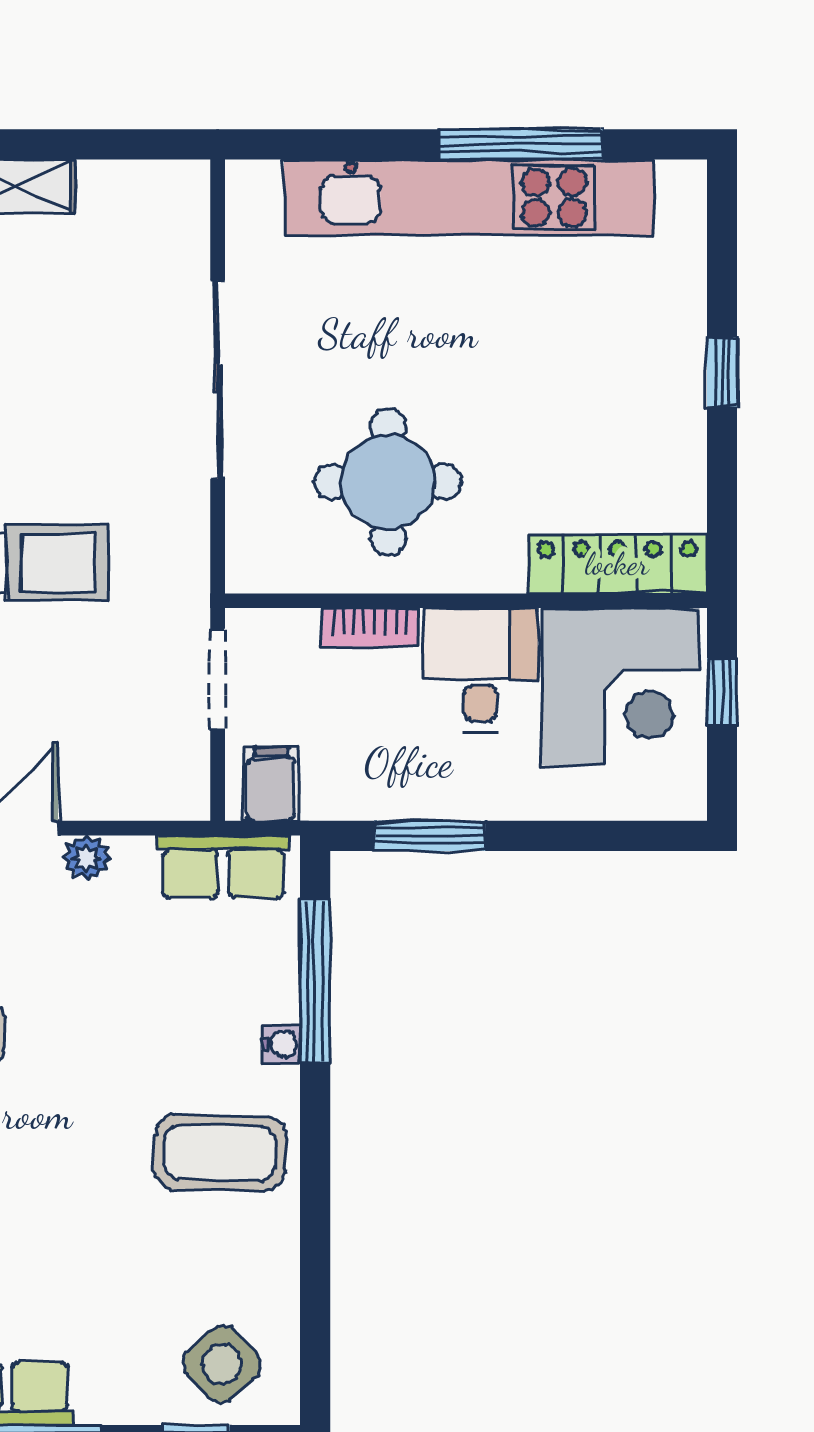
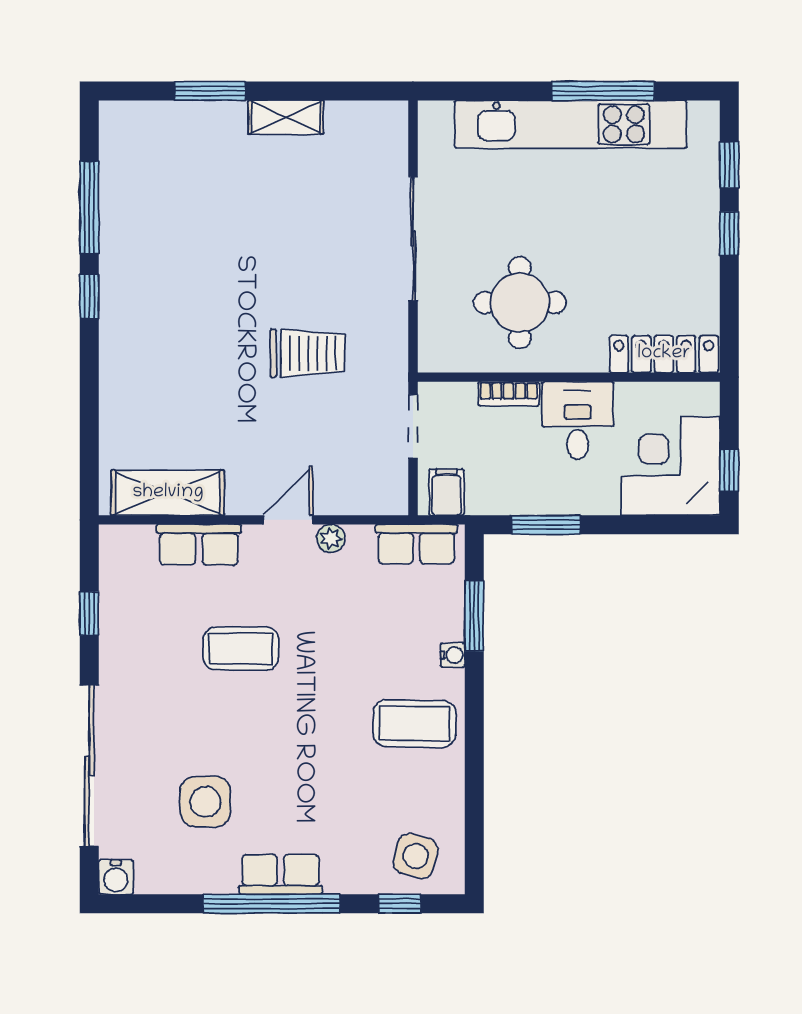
window: (722, 262) -> (729, 165), added
corner desk: (621, 687) -> (671, 466), moved, turned 180
window: (722, 692) -> (729, 470), moved
window: (315, 981) -> (474, 616), width x0.69
side table: (222, 1364) -> (416, 856), turned -32

